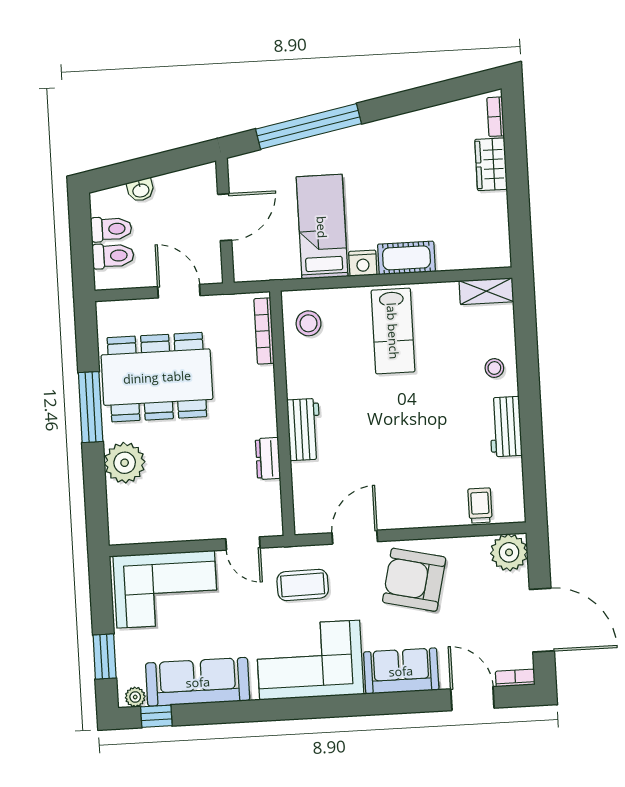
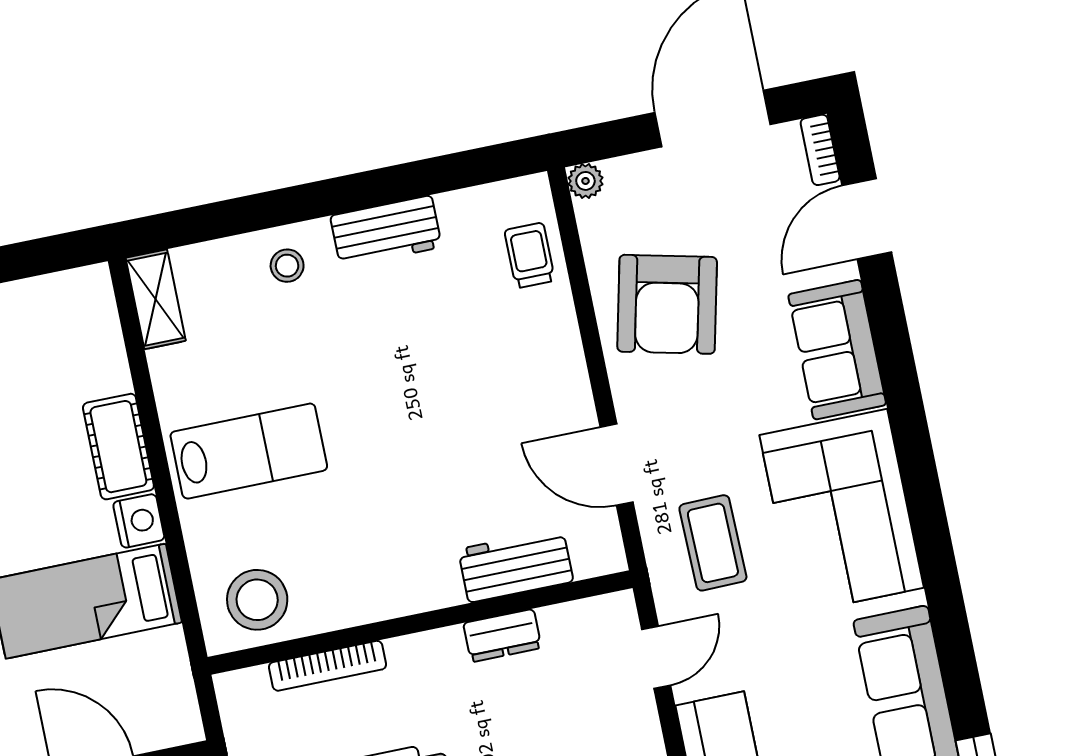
stool: (309, 323) -> (257, 600), width x1.38, depth x1.38
bookcase: (264, 331) -> (328, 666), moved
workbench: (304, 429) -> (516, 565), moved
trolley: (480, 506) -> (530, 255), turned 90
plant: (509, 552) -> (585, 181), width x0.53, depth x0.53
armchair: (414, 580) -> (667, 304), moved

